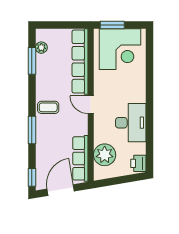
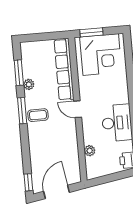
plant: (41, 48) -> (29, 84), moved
window: (32, 130) -> (22, 111), moved
plant: (105, 155) -> (90, 151), width x0.53, depth x0.53
row of seats: (80, 158) -> (72, 160), removed

